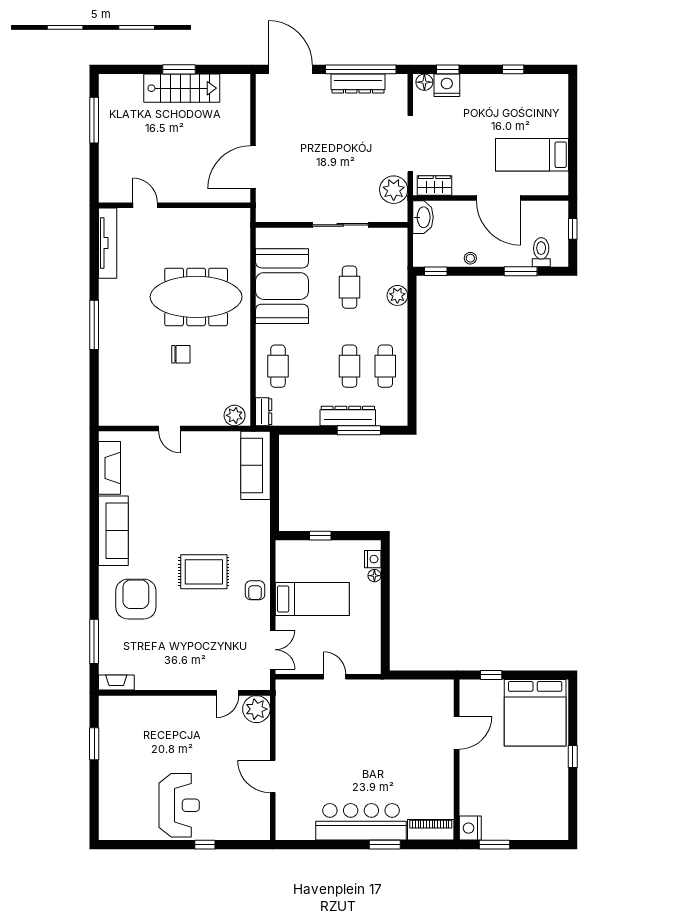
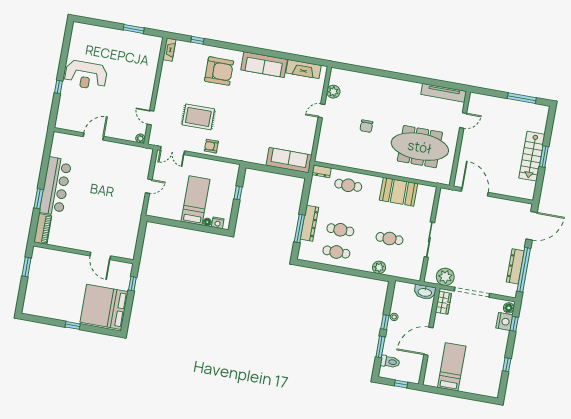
window: (436, 271) -> (385, 322), moved
booth: (282, 286) -> (399, 192), width x0.73, depth x0.70
meeting table: (196, 297) -> (420, 147), moved, turned 90
window: (94, 325) -> (394, 75), removed
plant: (235, 415) -> (333, 92), moved
rug: (204, 572) -> (198, 117), moved, turned 90
bed: (312, 599) -> (195, 200), moved, turned 180
window: (94, 641) -> (197, 40), width x0.46
plant: (256, 709) -> (140, 138), width x0.53, depth x0.53
nightstand: (470, 828) -> (39, 254), removed

